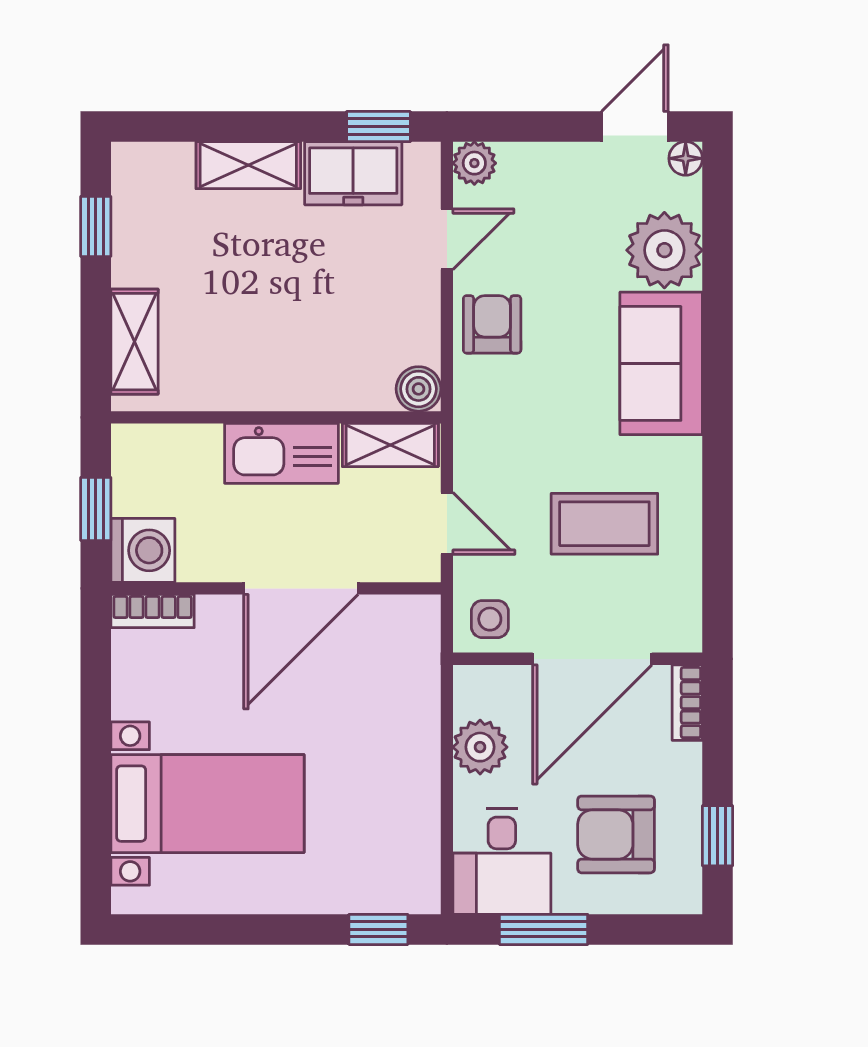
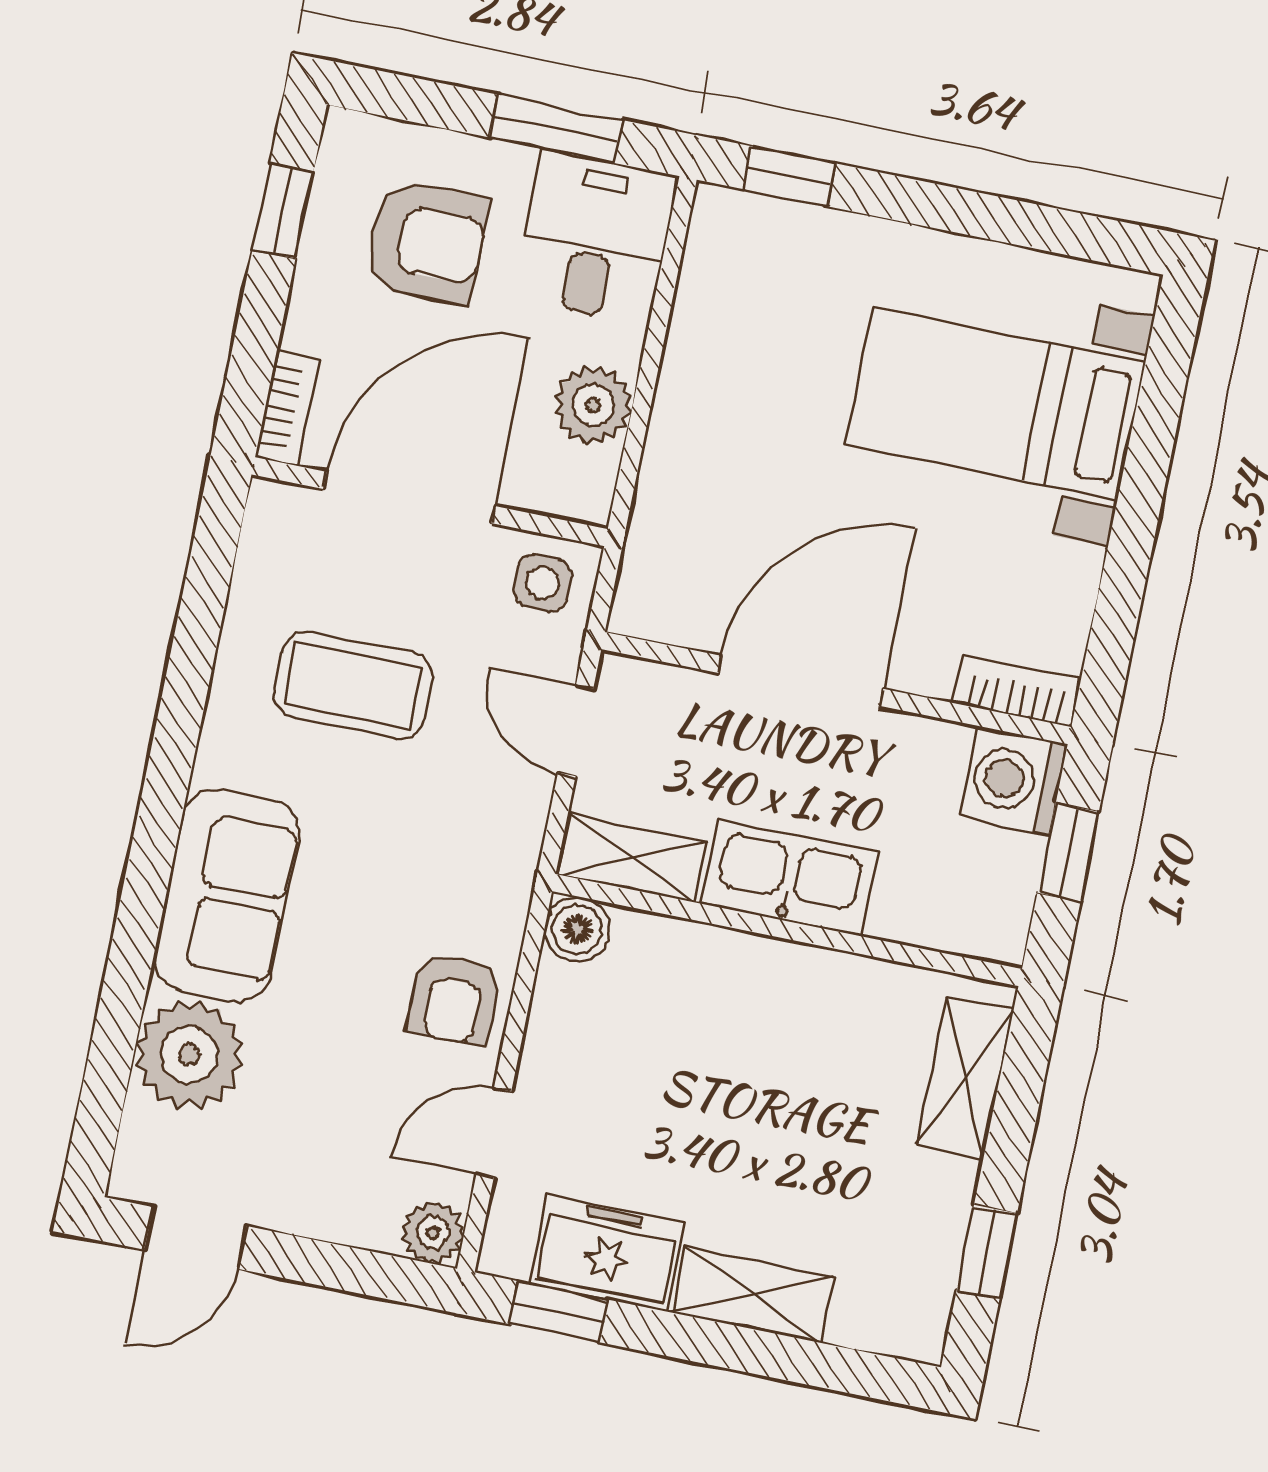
floor lamp: (686, 158) -> (133, 1178), removed

